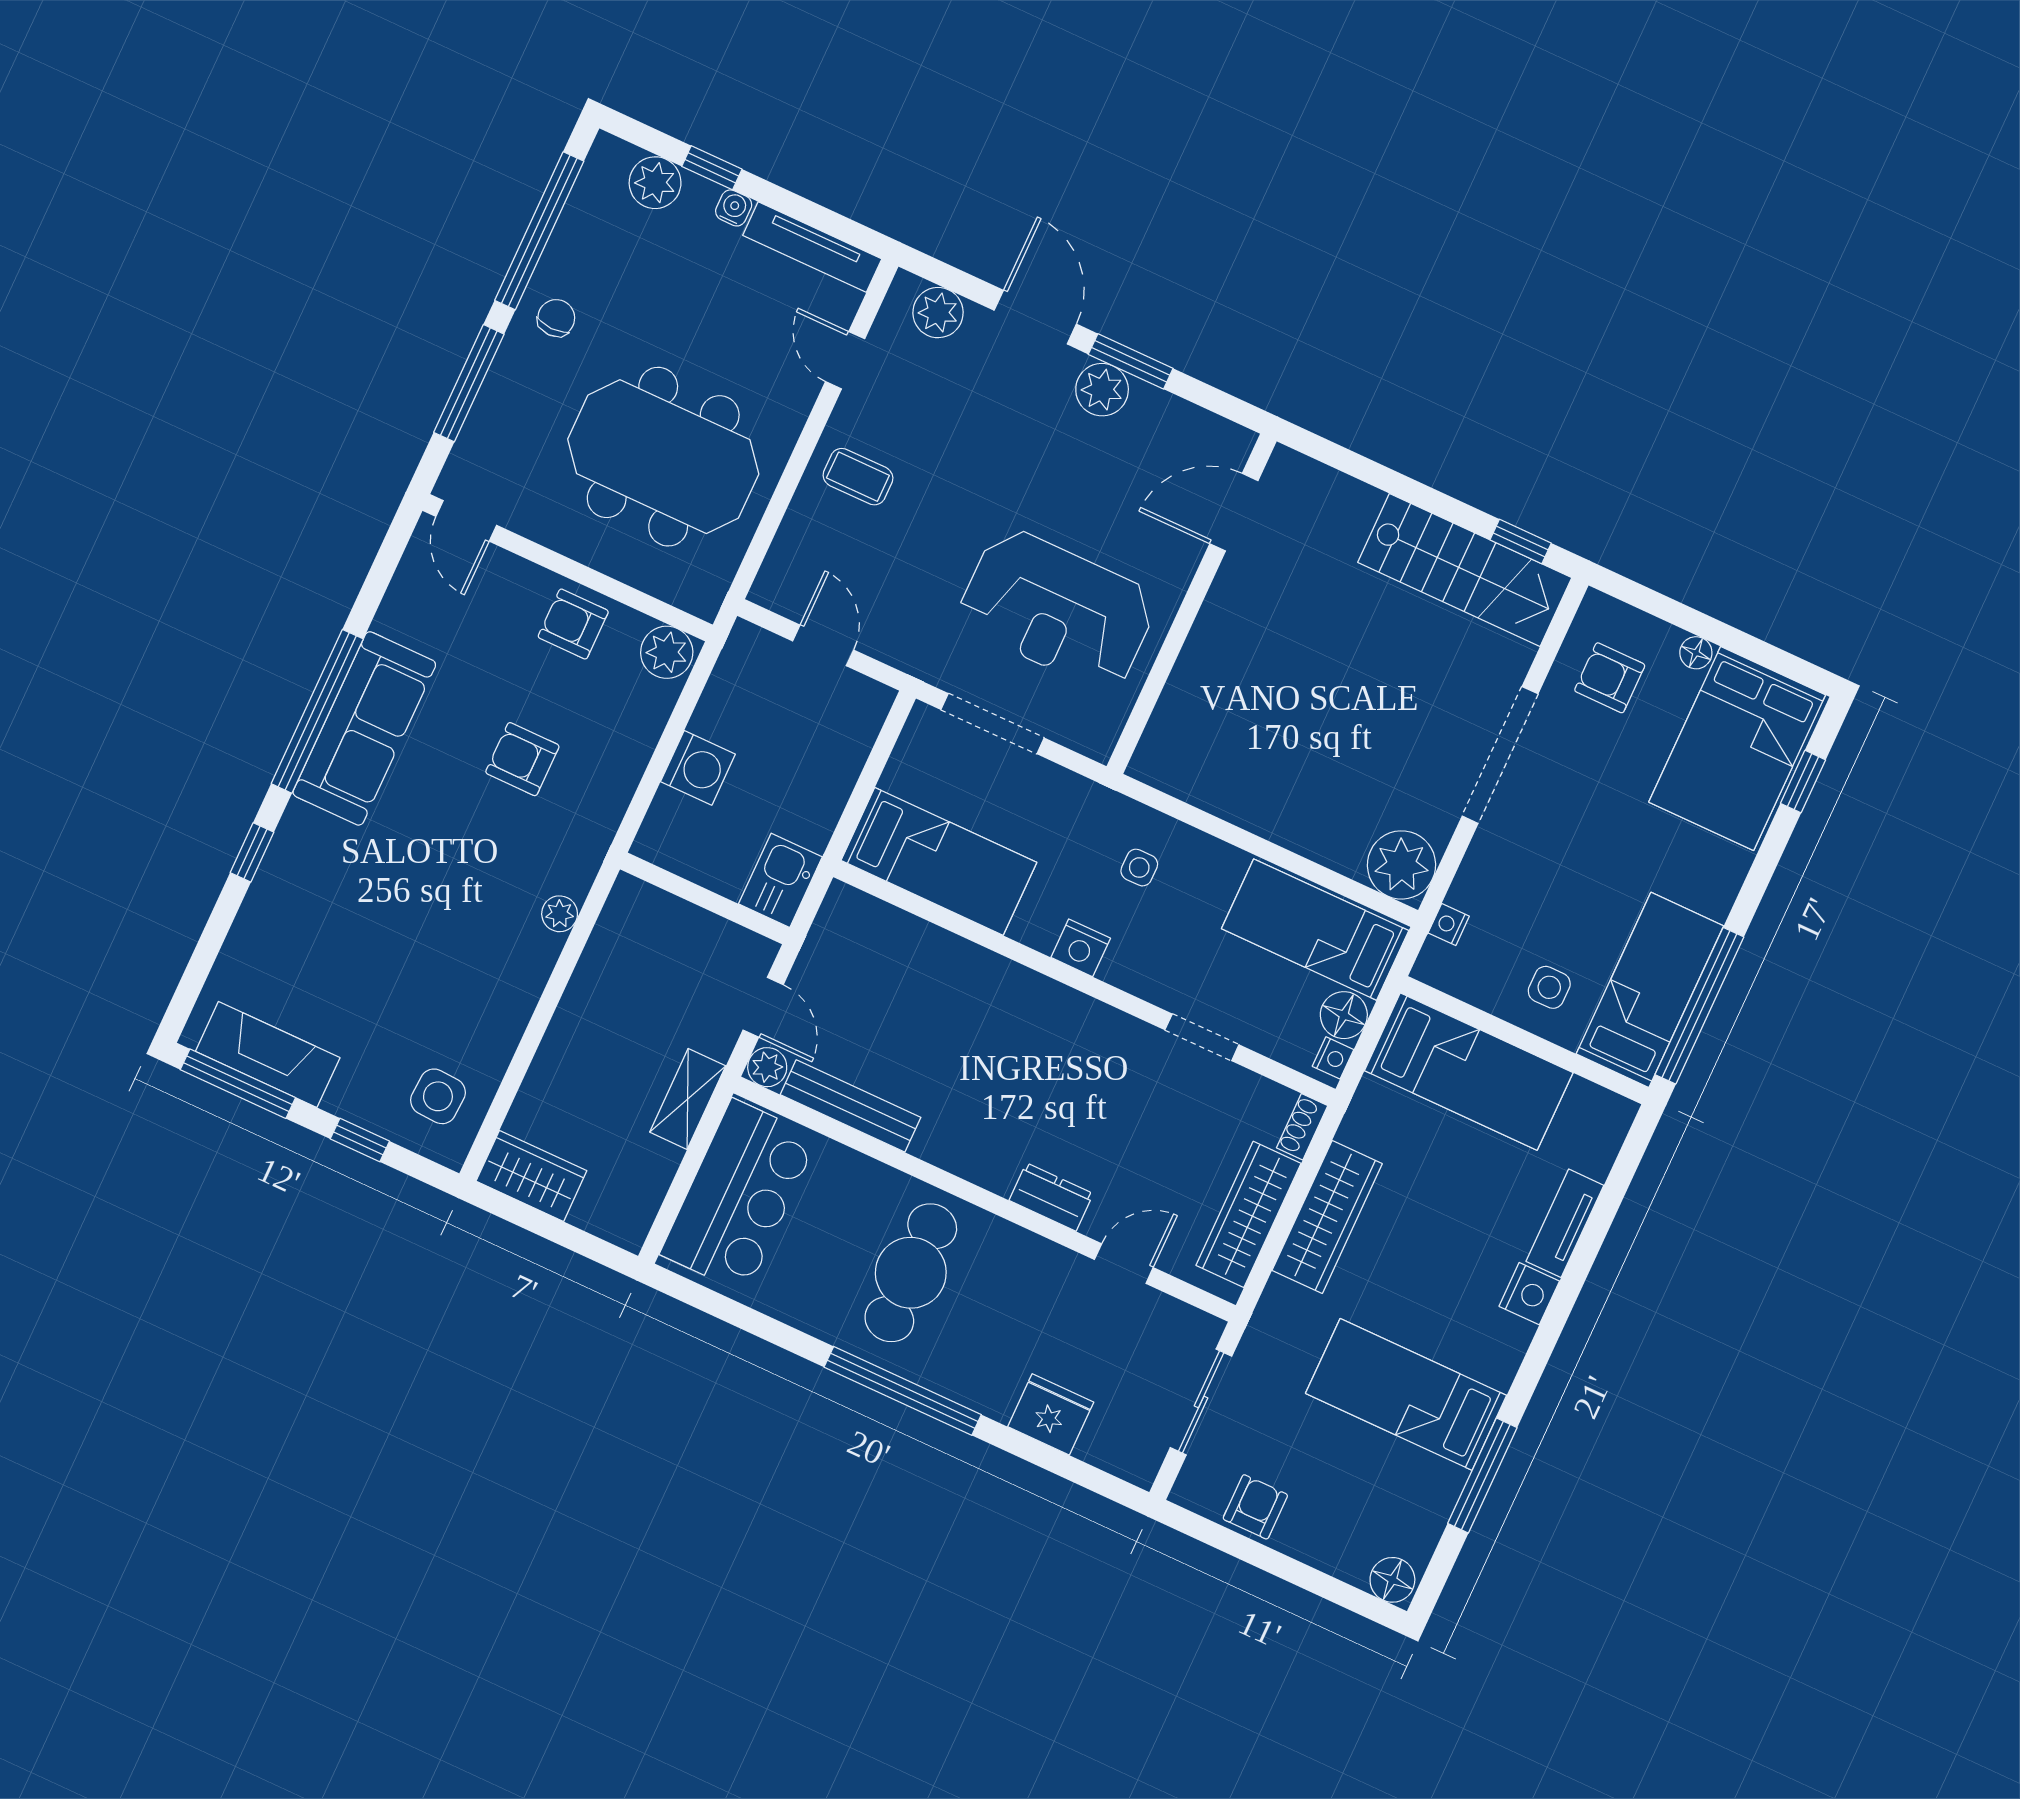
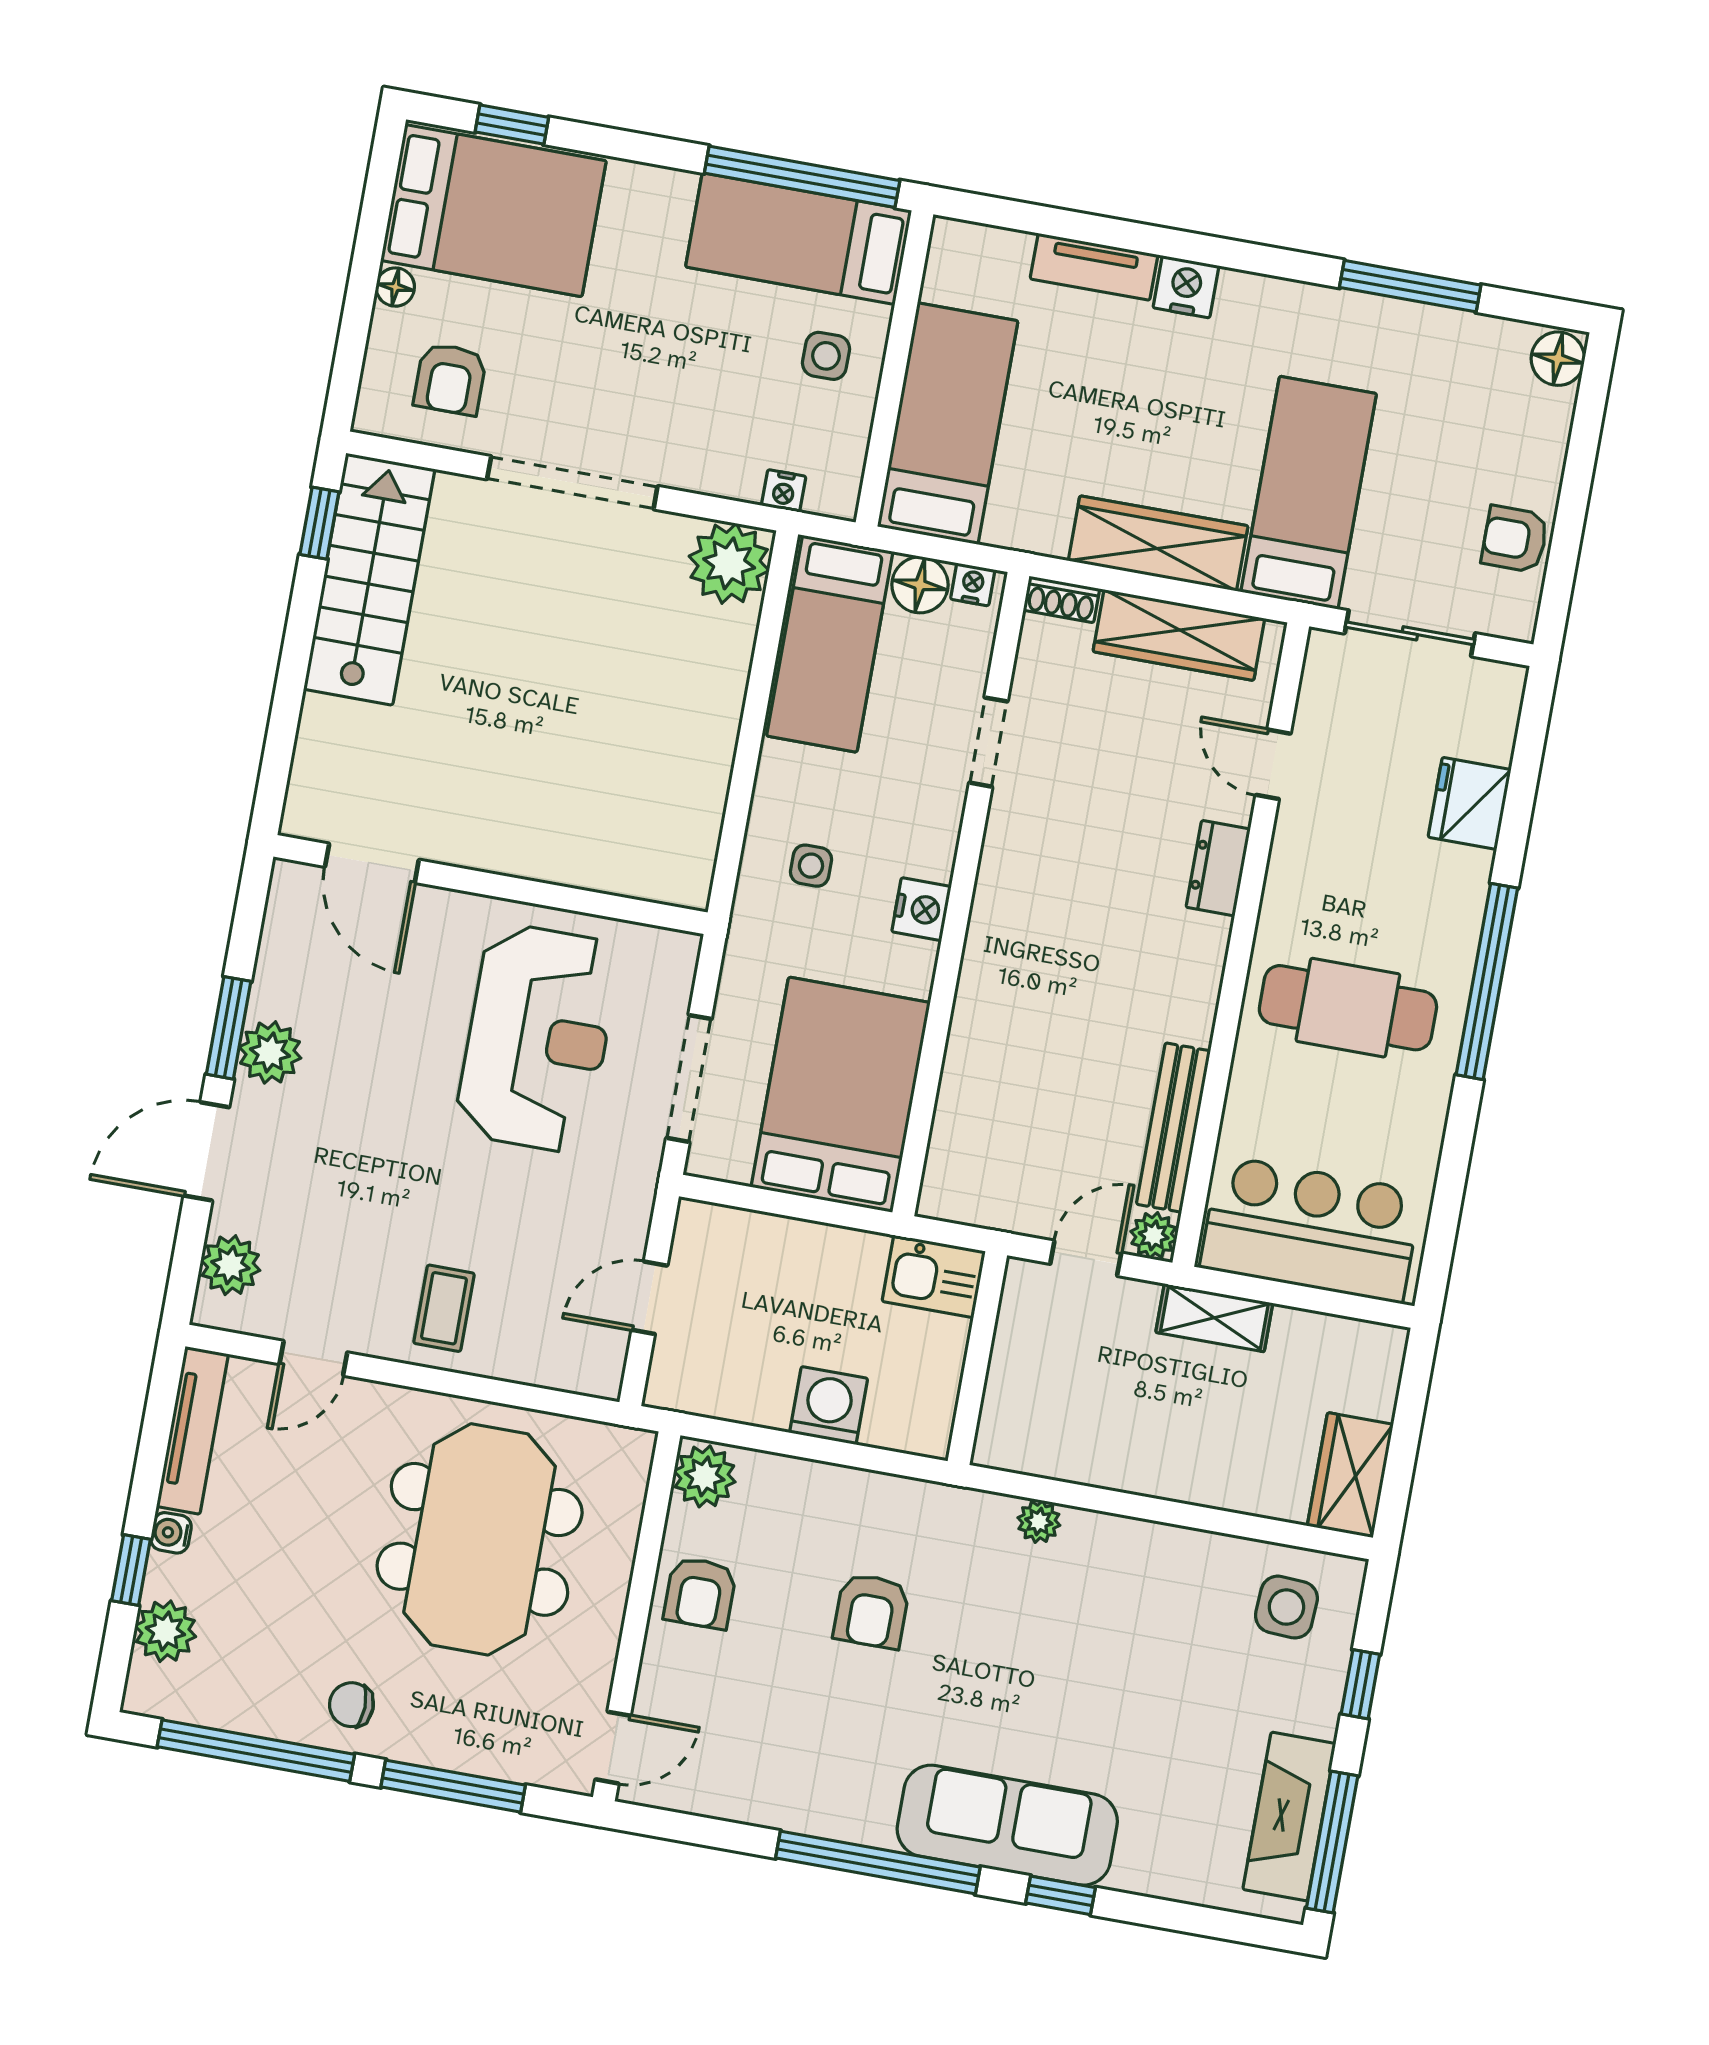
sofa: (364, 728) -> (1007, 1825), moved
bed: (939, 861) -> (841, 1095), width x1.50
bed: (1406, 1394) -> (1309, 493), moved, turned 180

